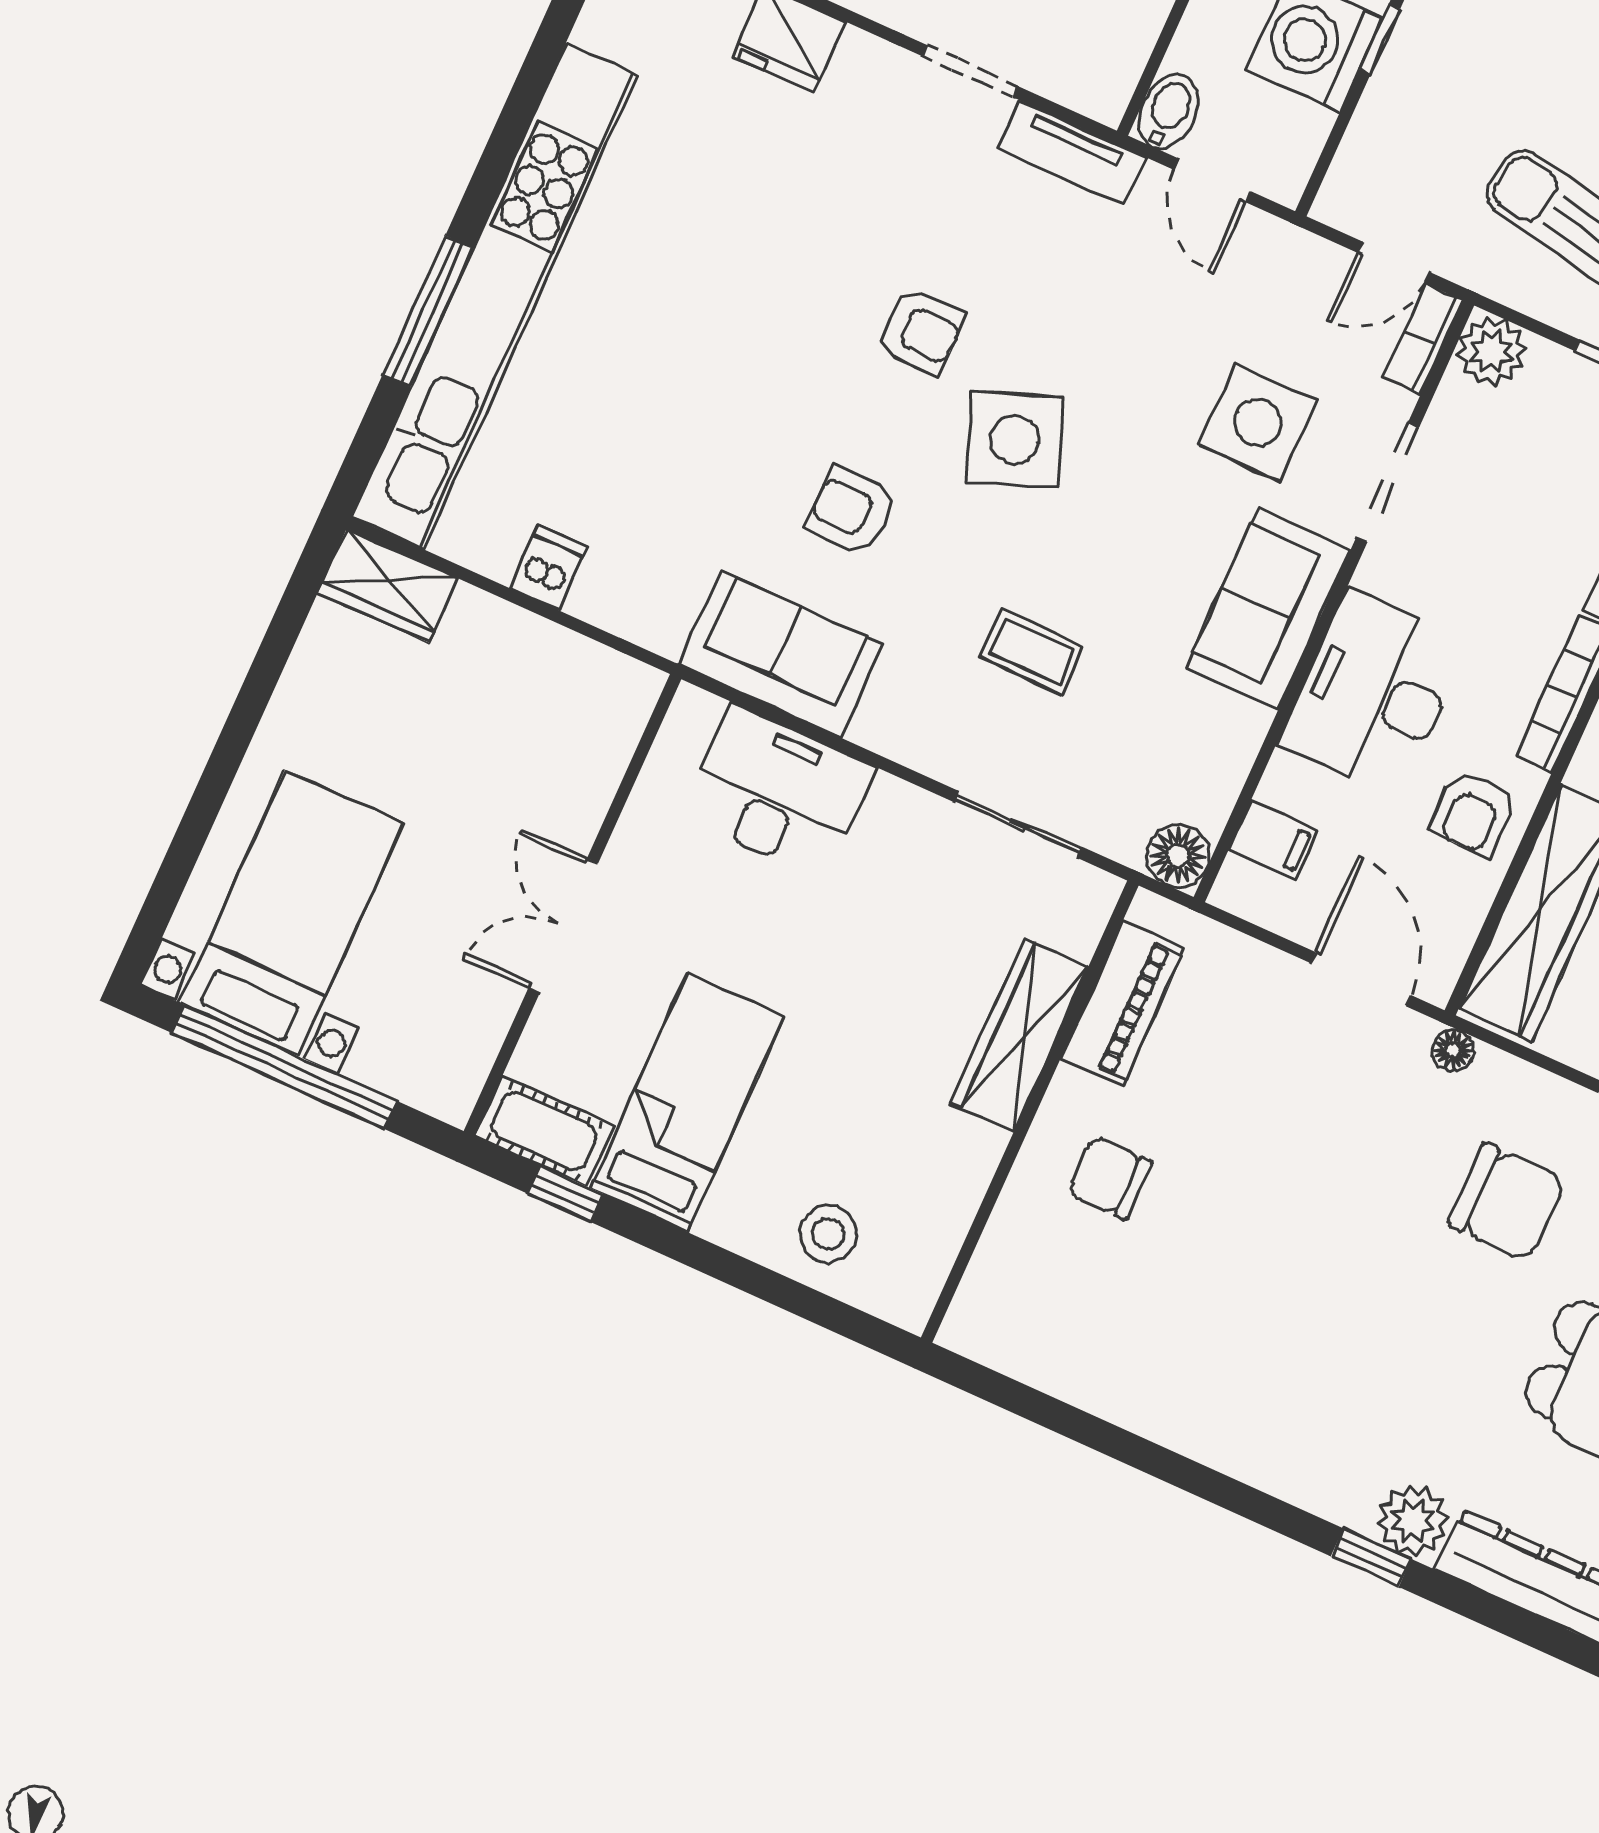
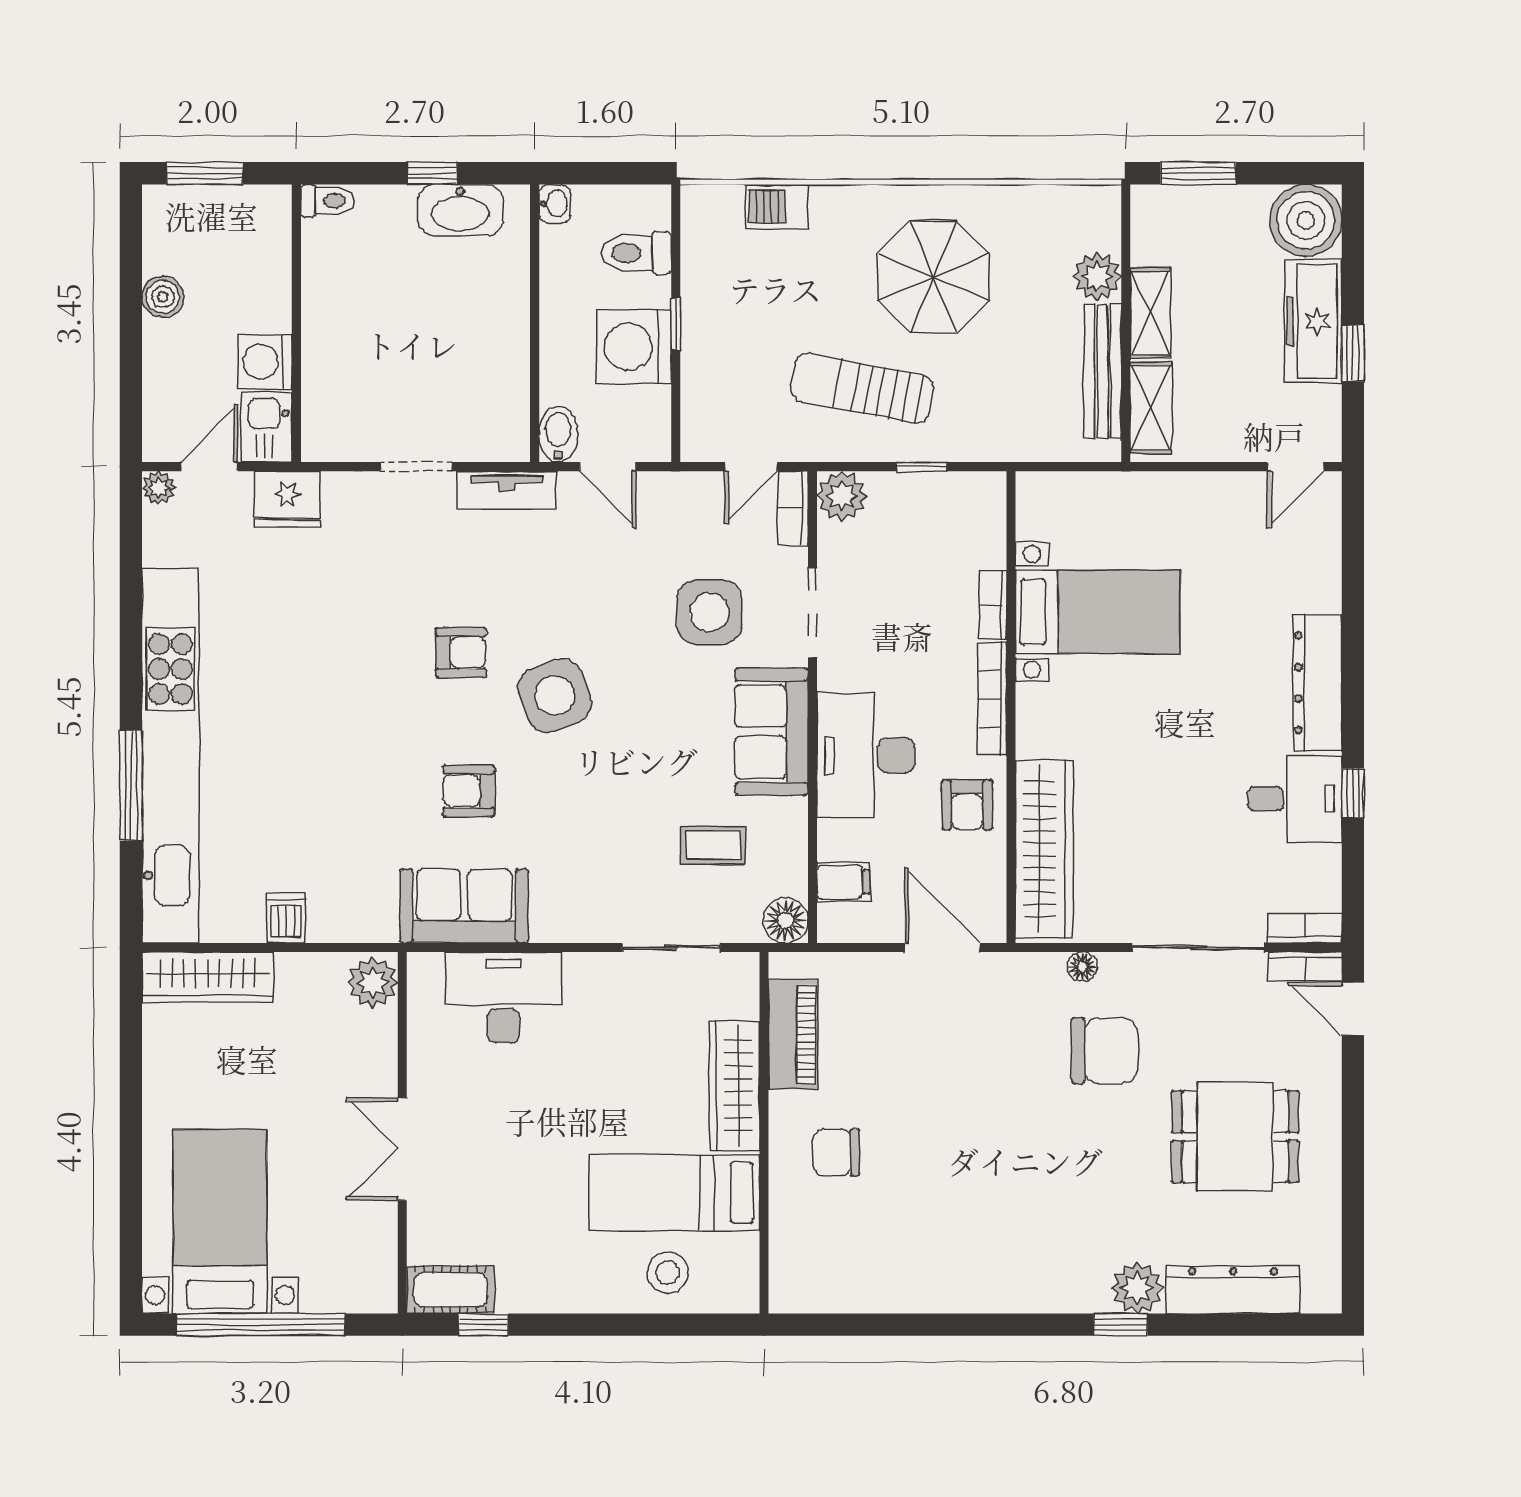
wardrobe: (388, 585) -> (208, 977), width x1.50
coffee table: (1032, 652) -> (713, 845), moved
plant: (621, 699) -> (373, 983), added
floor lamp: (1453, 1050) -> (1082, 967), moved
bed: (688, 1103) -> (674, 1193), moved, turned -90

